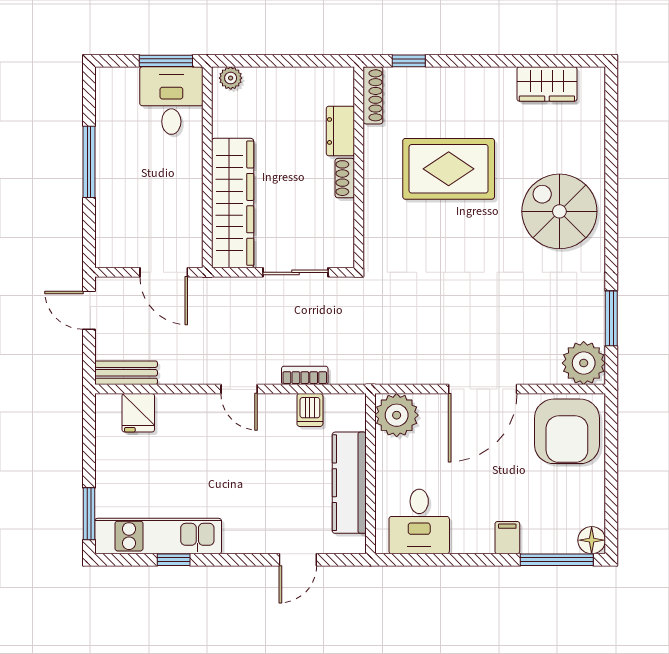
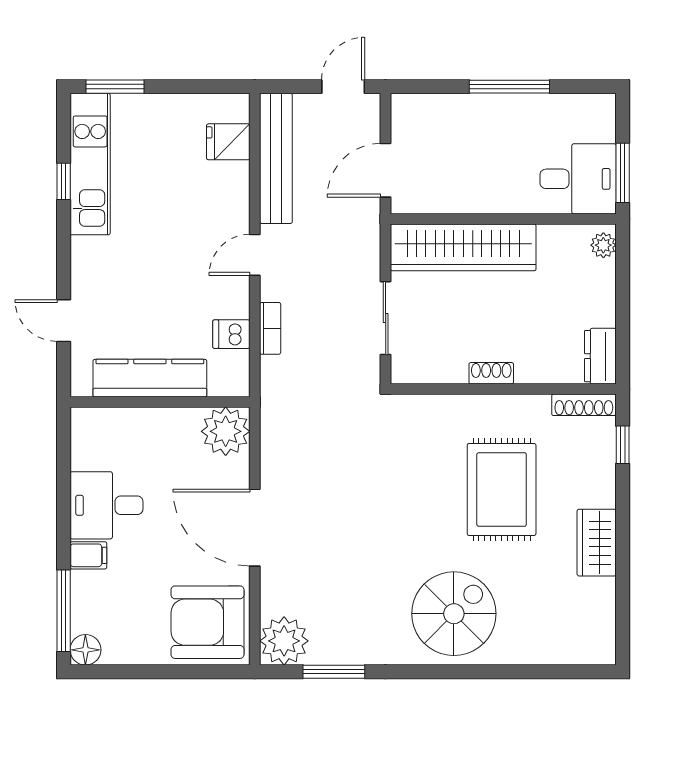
wardrobe: (547, 84) -> (597, 543), moved
dresser: (340, 131) -> (600, 356), moved, turned -90
bench: (126, 373) -> (276, 158), width x1.86, depth x1.21
desk: (419, 521) -> (106, 505), moved

